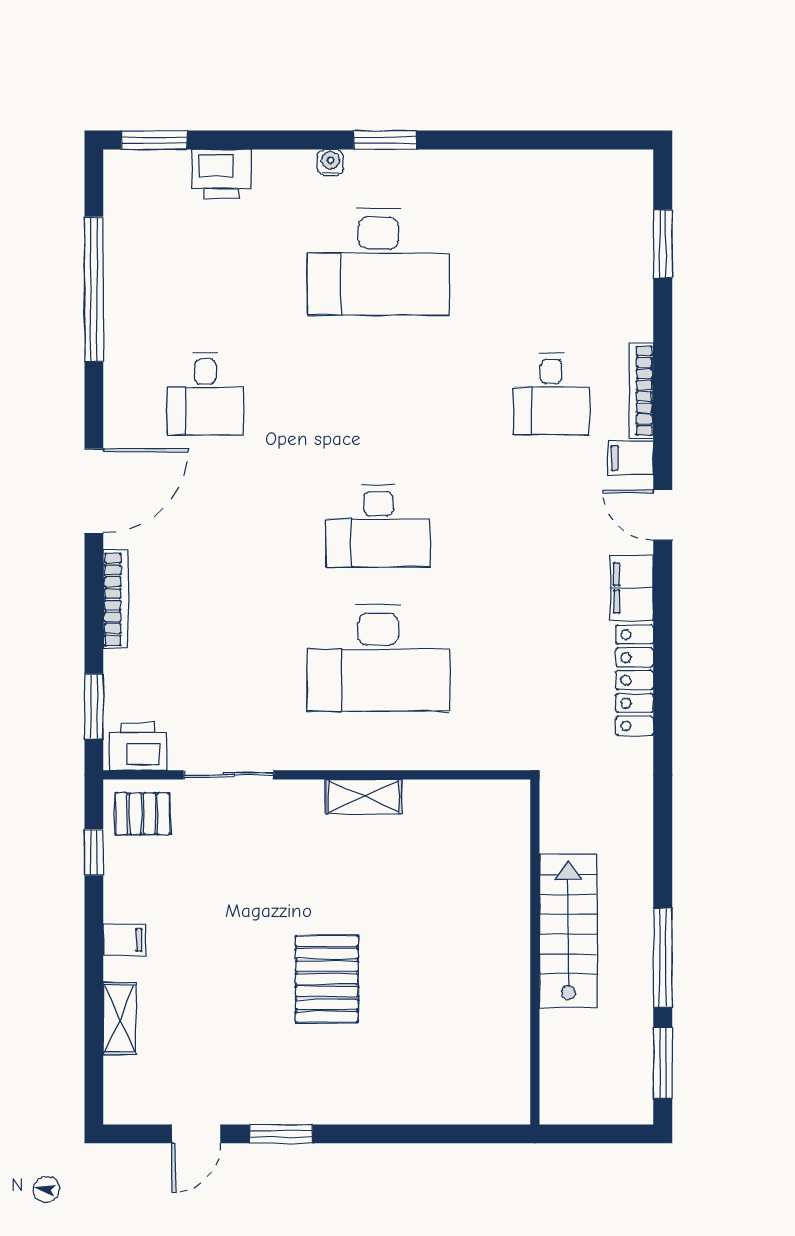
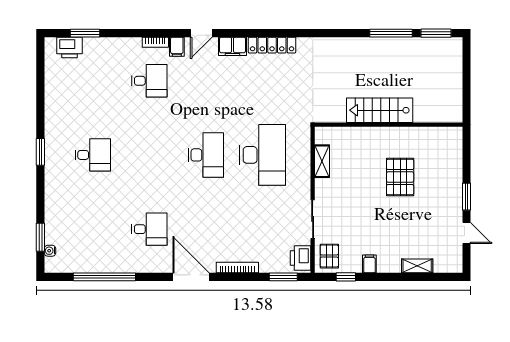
window: (154, 140) -> (40, 237), moved
water cooler: (330, 162) -> (50, 251), moved
printer: (221, 174) -> (70, 47), moved, turned 90
desk: (378, 262) -> (93, 155), width x0.53, depth x0.77
bookcase: (641, 391) -> (155, 42), width x0.64
stairs: (568, 931) -> (380, 110), moved
filing cabinet: (124, 940) -> (369, 264), moved
wall: (535, 952) -> (389, 125), moved
pallet: (327, 979) -> (400, 177), turned 90

